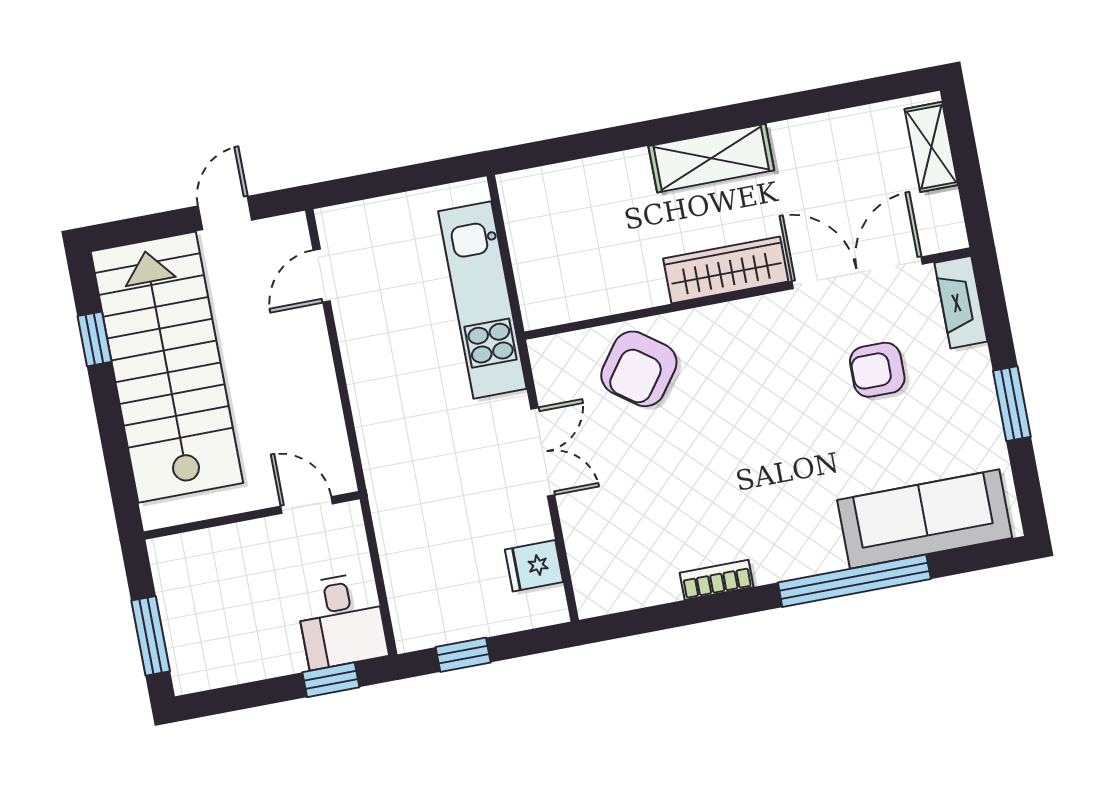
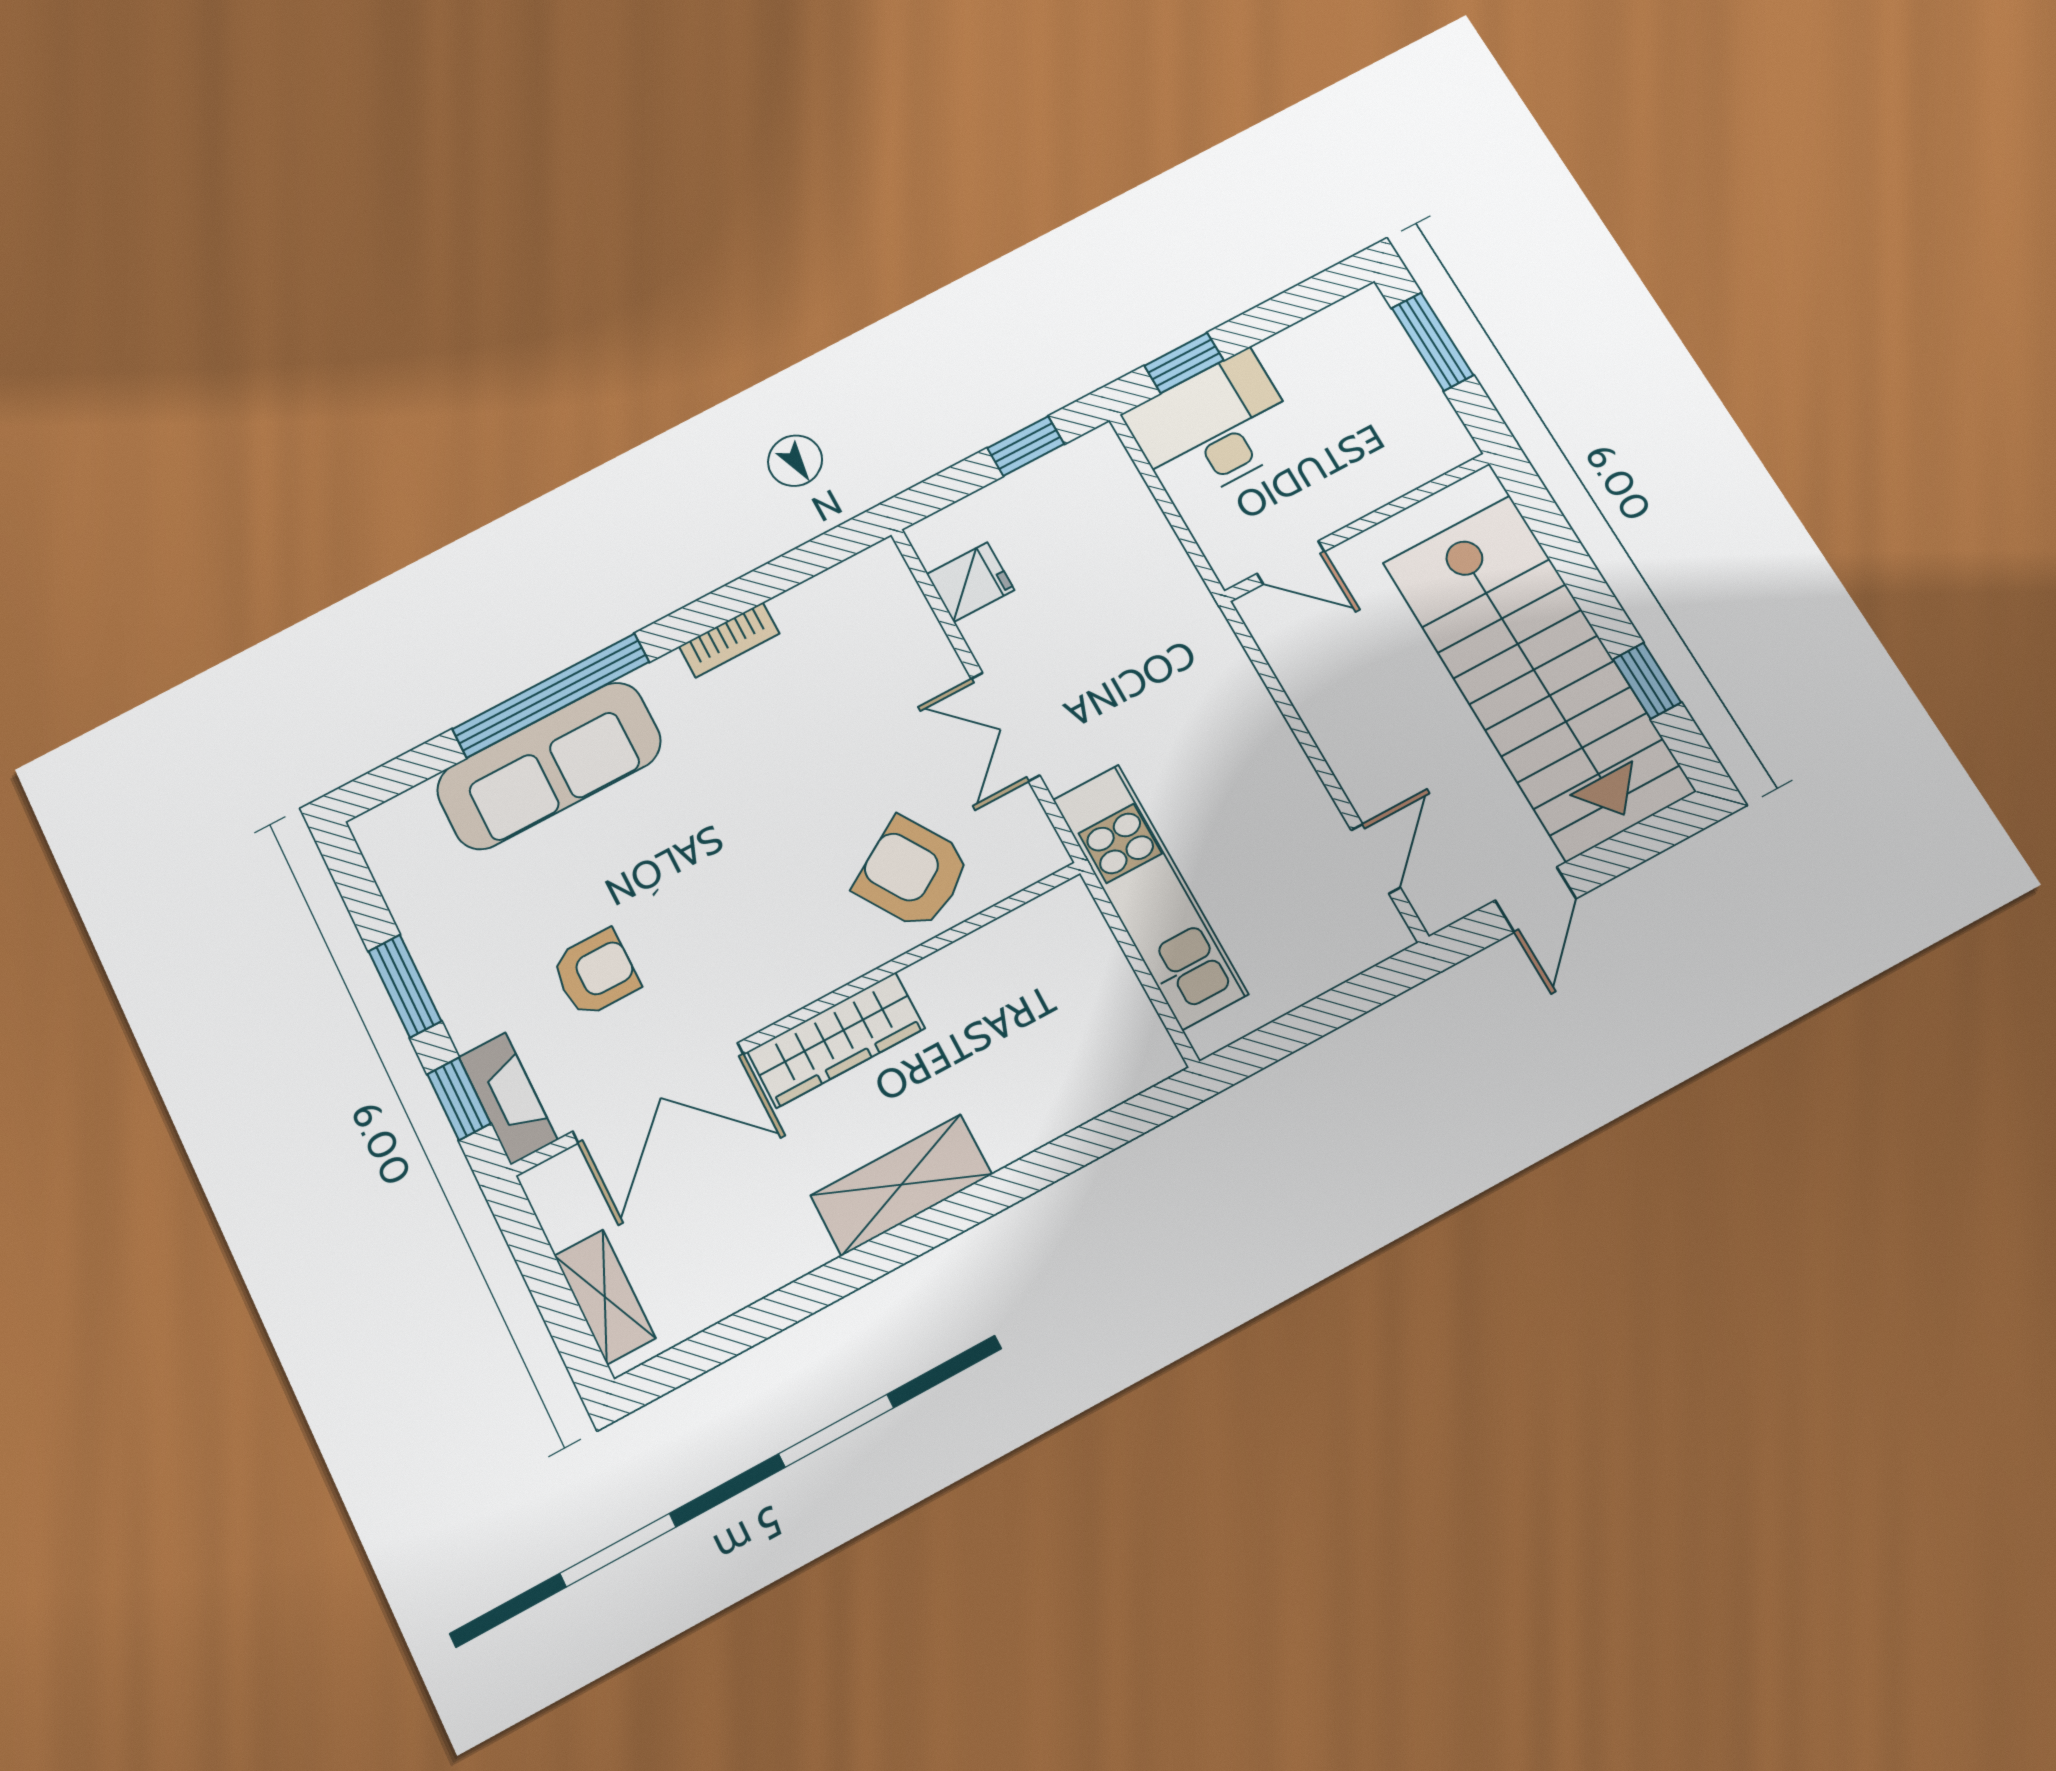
window: (995, 313) -> (459, 1099), added
armchair: (639, 369) -> (912, 873), turned -68
sofa: (925, 519) -> (549, 766), moved
desk: (341, 621) -> (1213, 428), width x1.37

